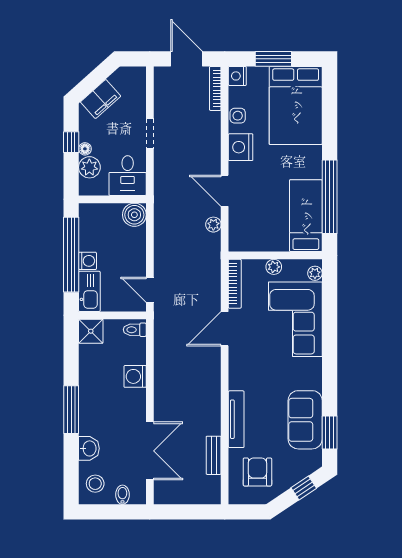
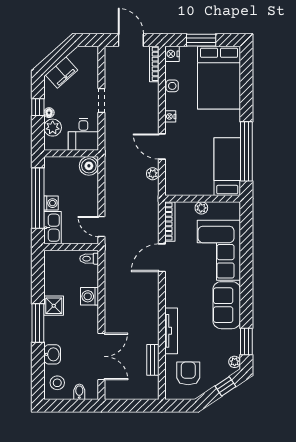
nightstand: (241, 147) -> (170, 116), width x0.53, depth x0.56
plant: (315, 273) -> (235, 362), moved
shower: (91, 331) -> (54, 306), moved
sofa: (305, 420) -> (227, 305), moved

